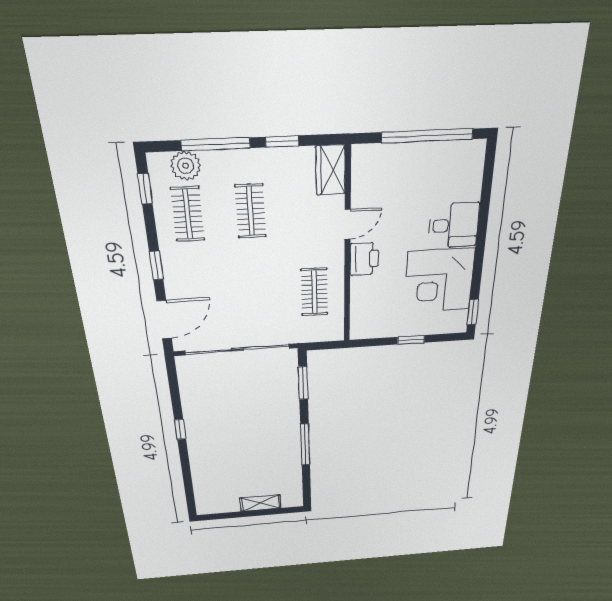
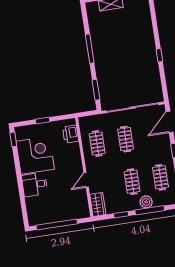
plant: (186, 166) -> (146, 202), moved
printer: (364, 259) -> (71, 134), moved
clothes rail: (256, 295) -> (126, 139), added

